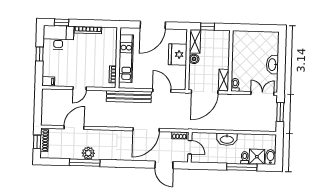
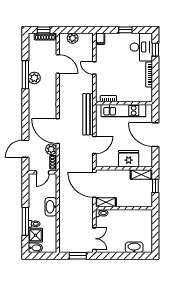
boiler: (194, 59) -> (125, 174), removed
washbasin: (272, 65) -> (134, 247), moved
plant: (47, 111) -> (73, 38), added
plant: (165, 137) -> (51, 149), added

